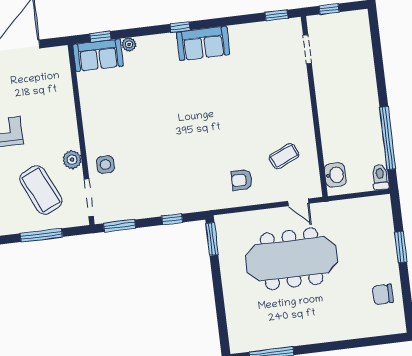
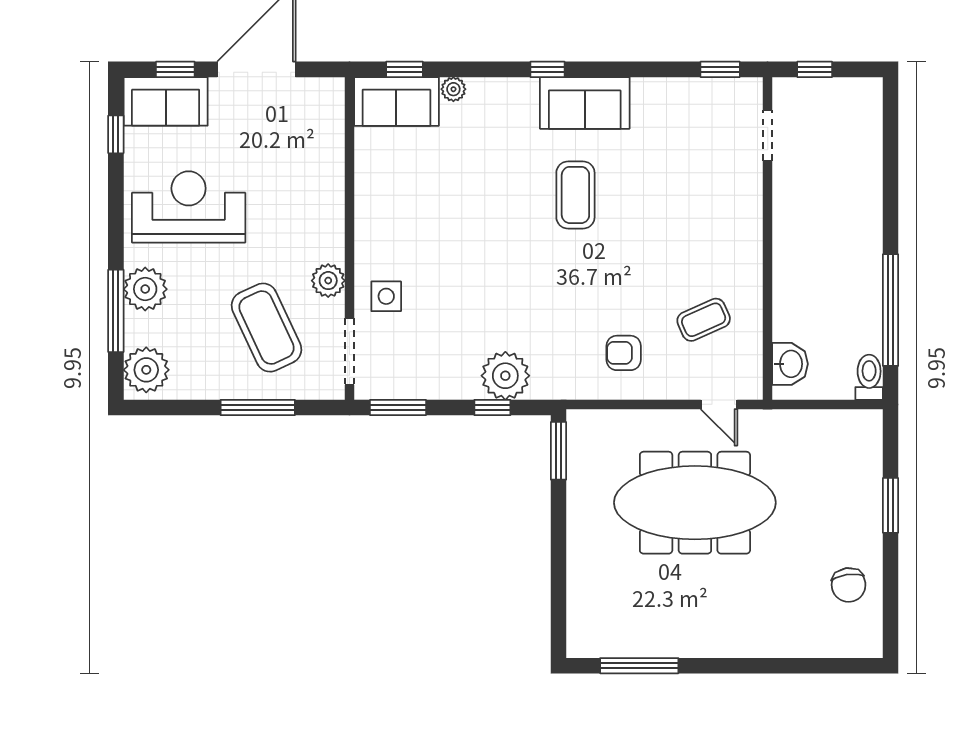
coffee table: (204, 95) -> (575, 195), added
plant: (177, 201) -> (505, 376), added
chair: (383, 294) -> (849, 585), turned -98

